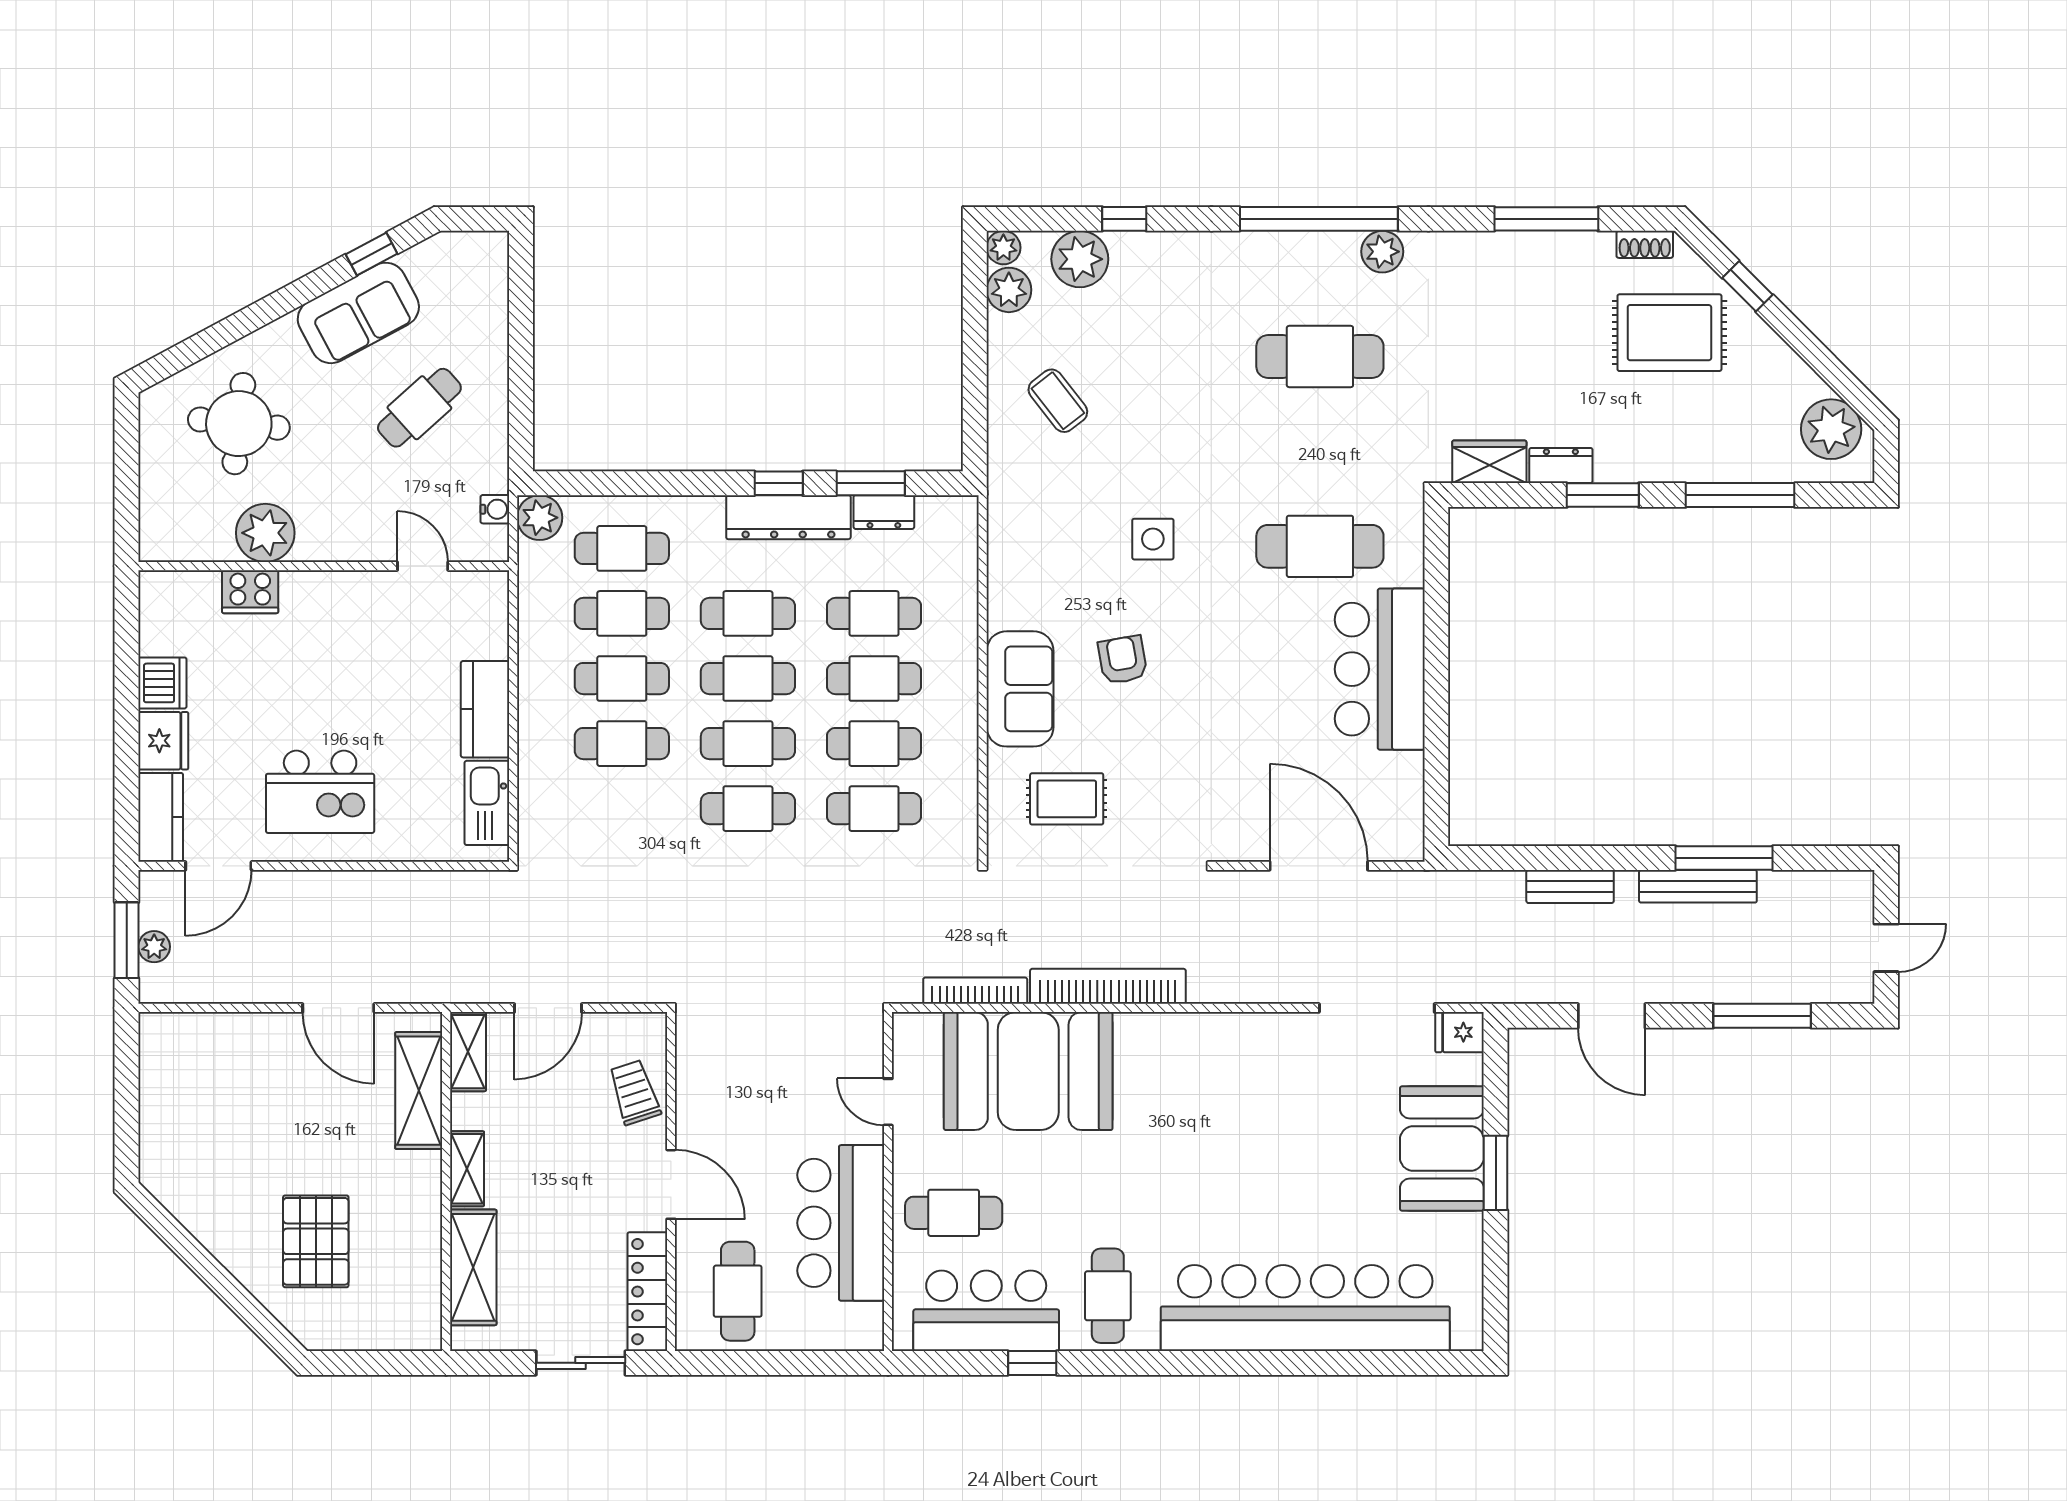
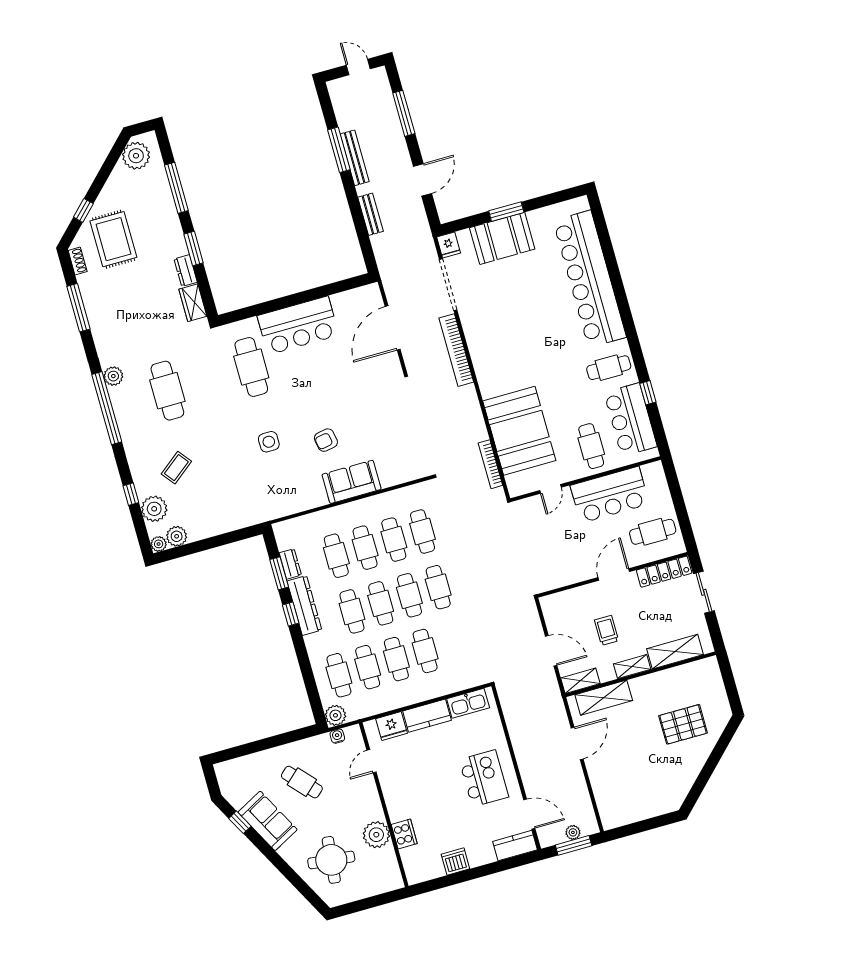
coffee table: (1058, 401) -> (176, 468), moved
fridge: (163, 741) -> (392, 726), moved, turned 180
rug: (1067, 799) -> (394, 448), removed
bookcase: (1108, 986) -> (456, 350), moved
trolley: (635, 1092) -> (606, 630), moved, turned 108

